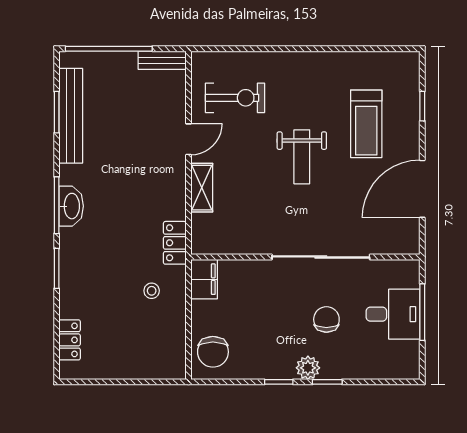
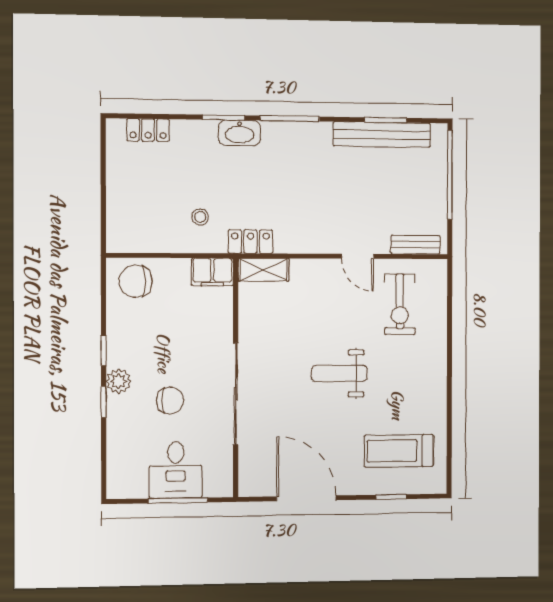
bench: (162, 60) -> (415, 245), moved, turned 90
treadmill: (366, 124) -> (399, 451), moved
shelving: (202, 188) -> (263, 270), moved
washbasin: (71, 206) -> (240, 133), moved

